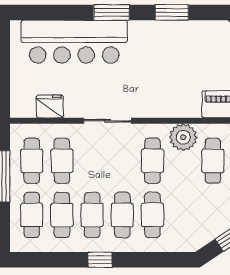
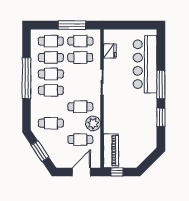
window: (112, 12) -> (161, 85), width x1.44
cafe table: (152, 215) -> (51, 123), moved
window: (100, 260) -> (27, 78), width x3.17

